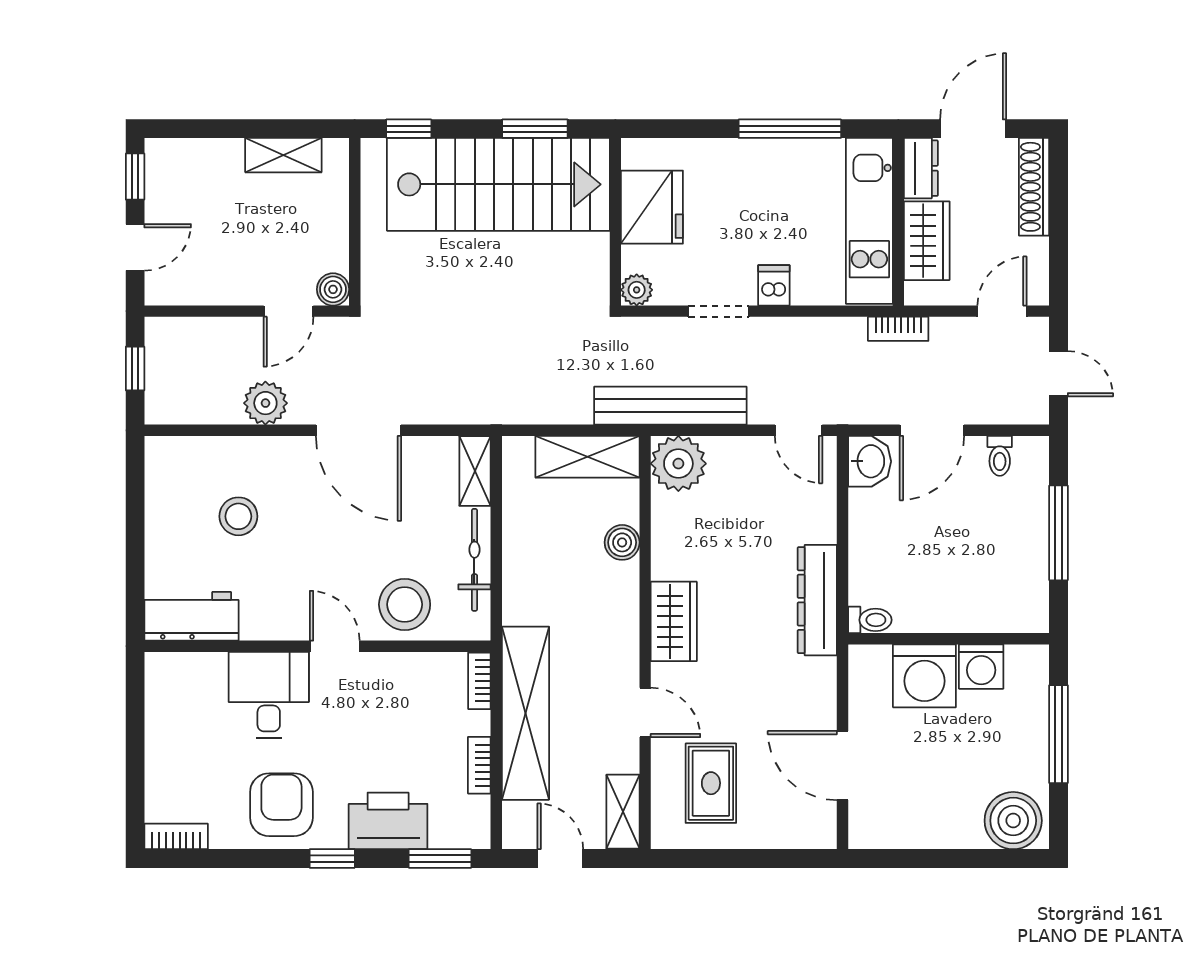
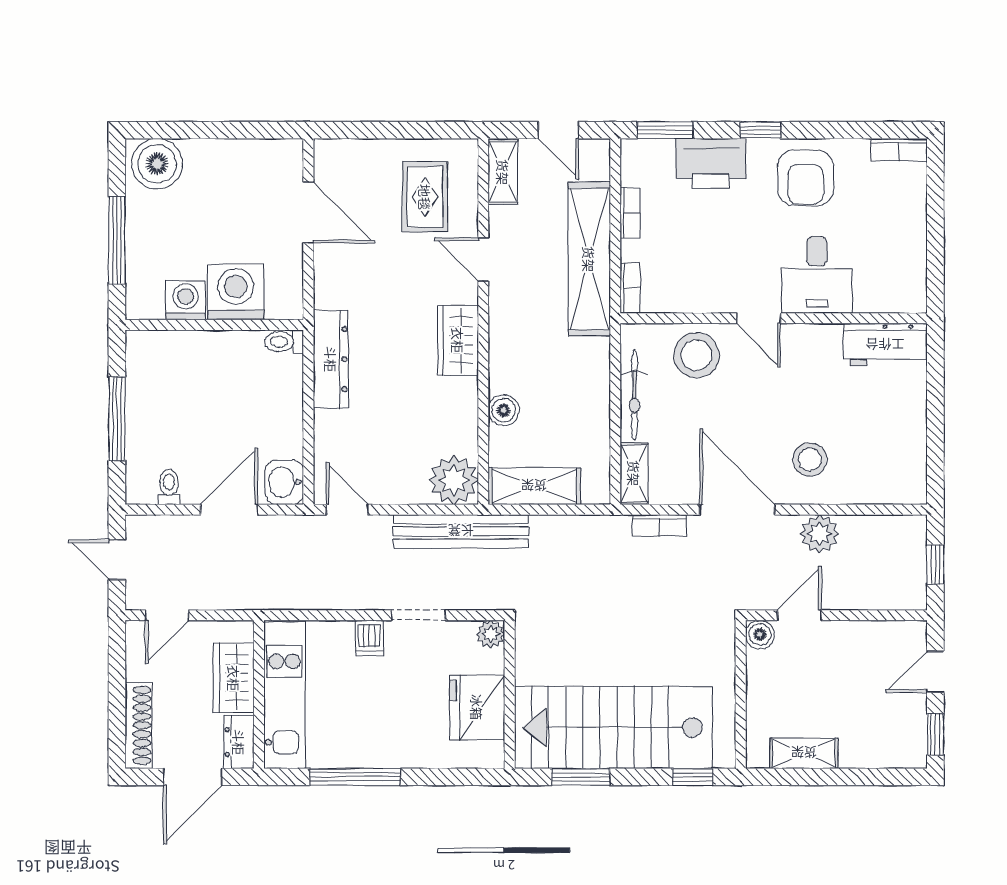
bookcase: (898, 329) -> (659, 525), moved, turned 180
stool: (238, 516) -> (810, 459), moved

